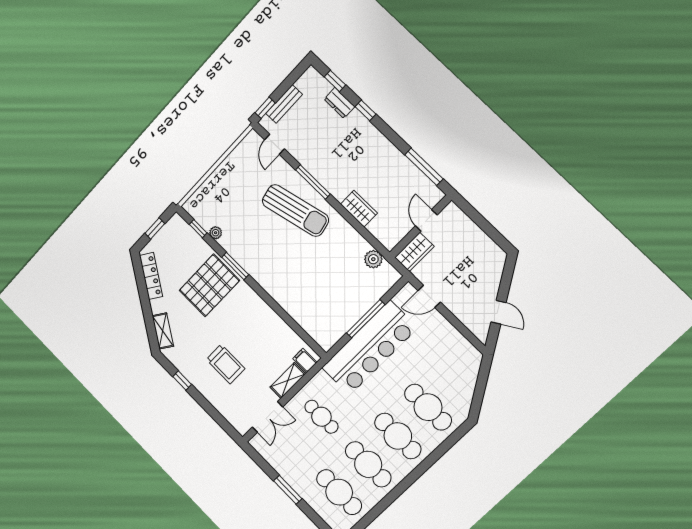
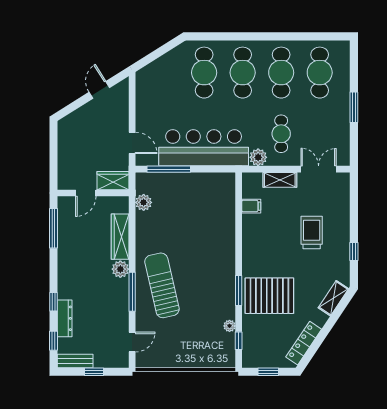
dresser: (339, 103) -> (65, 318), width x1.44
bench: (284, 104) -> (75, 361), moved
window: (265, 108) -> (94, 372), moved
plant: (339, 190) -> (120, 269), added
wardrobe: (359, 209) -> (120, 237), width x1.50
window: (366, 319) -> (169, 169), moved
filing cabinet: (305, 360) -> (251, 206), moved, turned -90
plant: (321, 382) -> (258, 157), added

